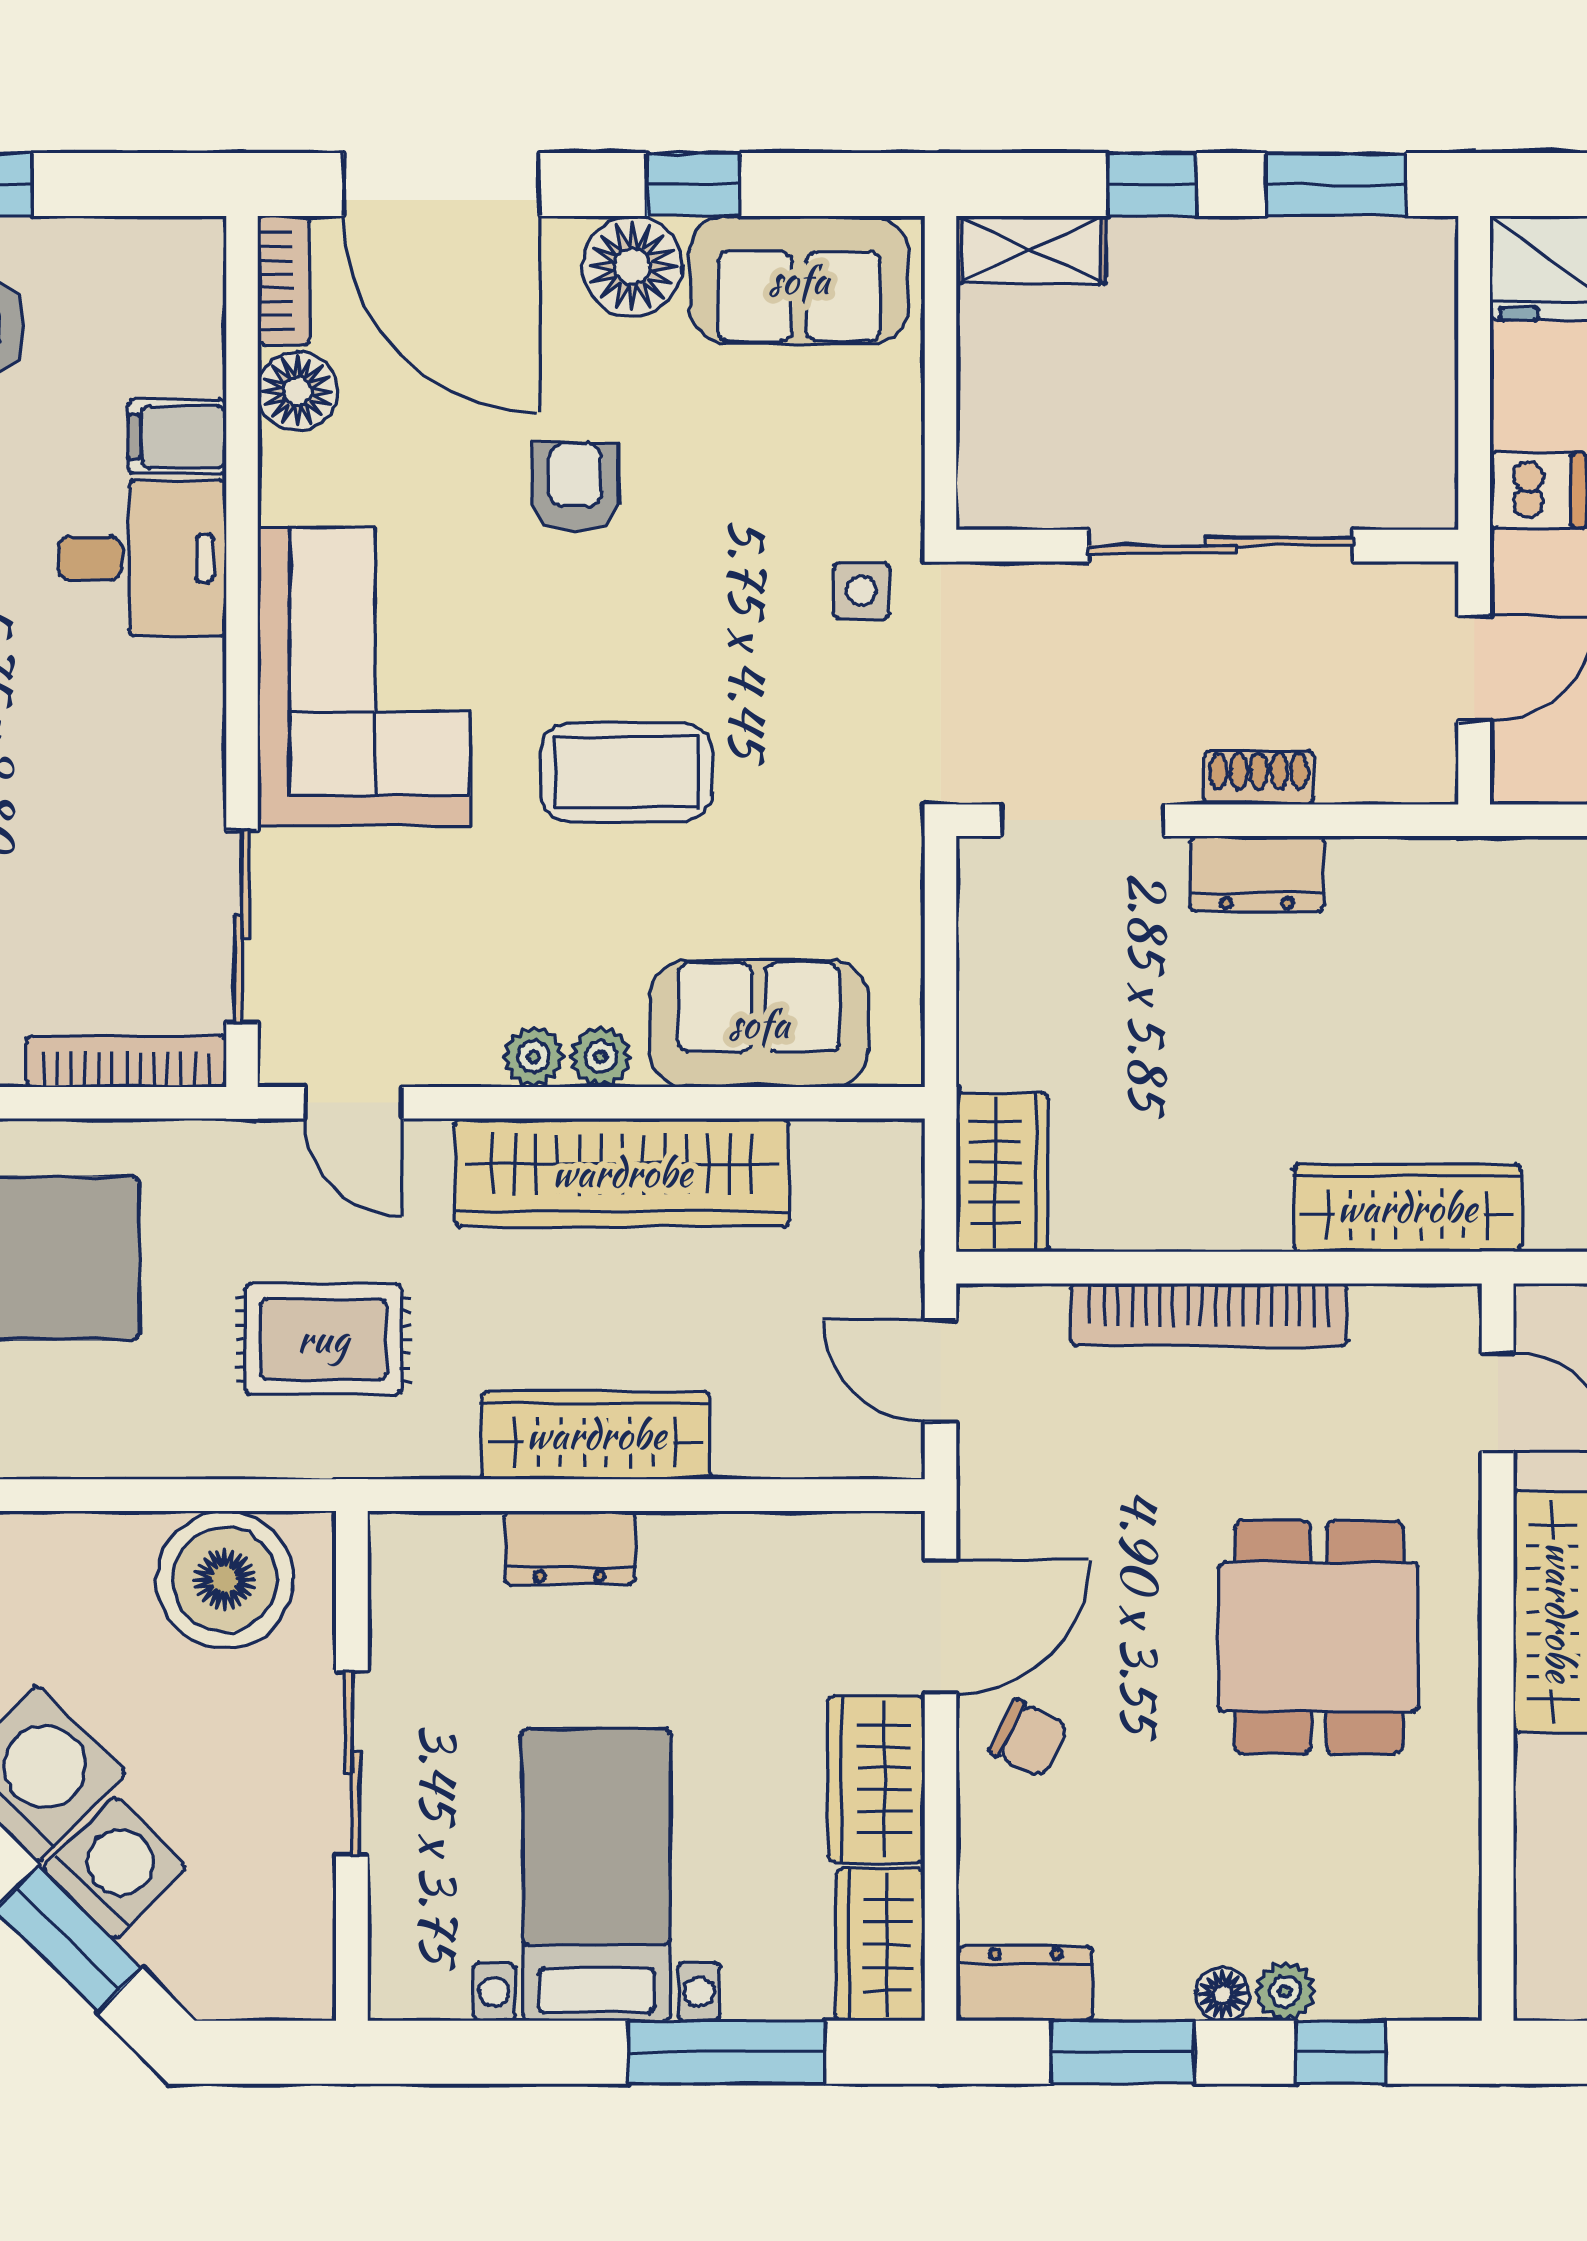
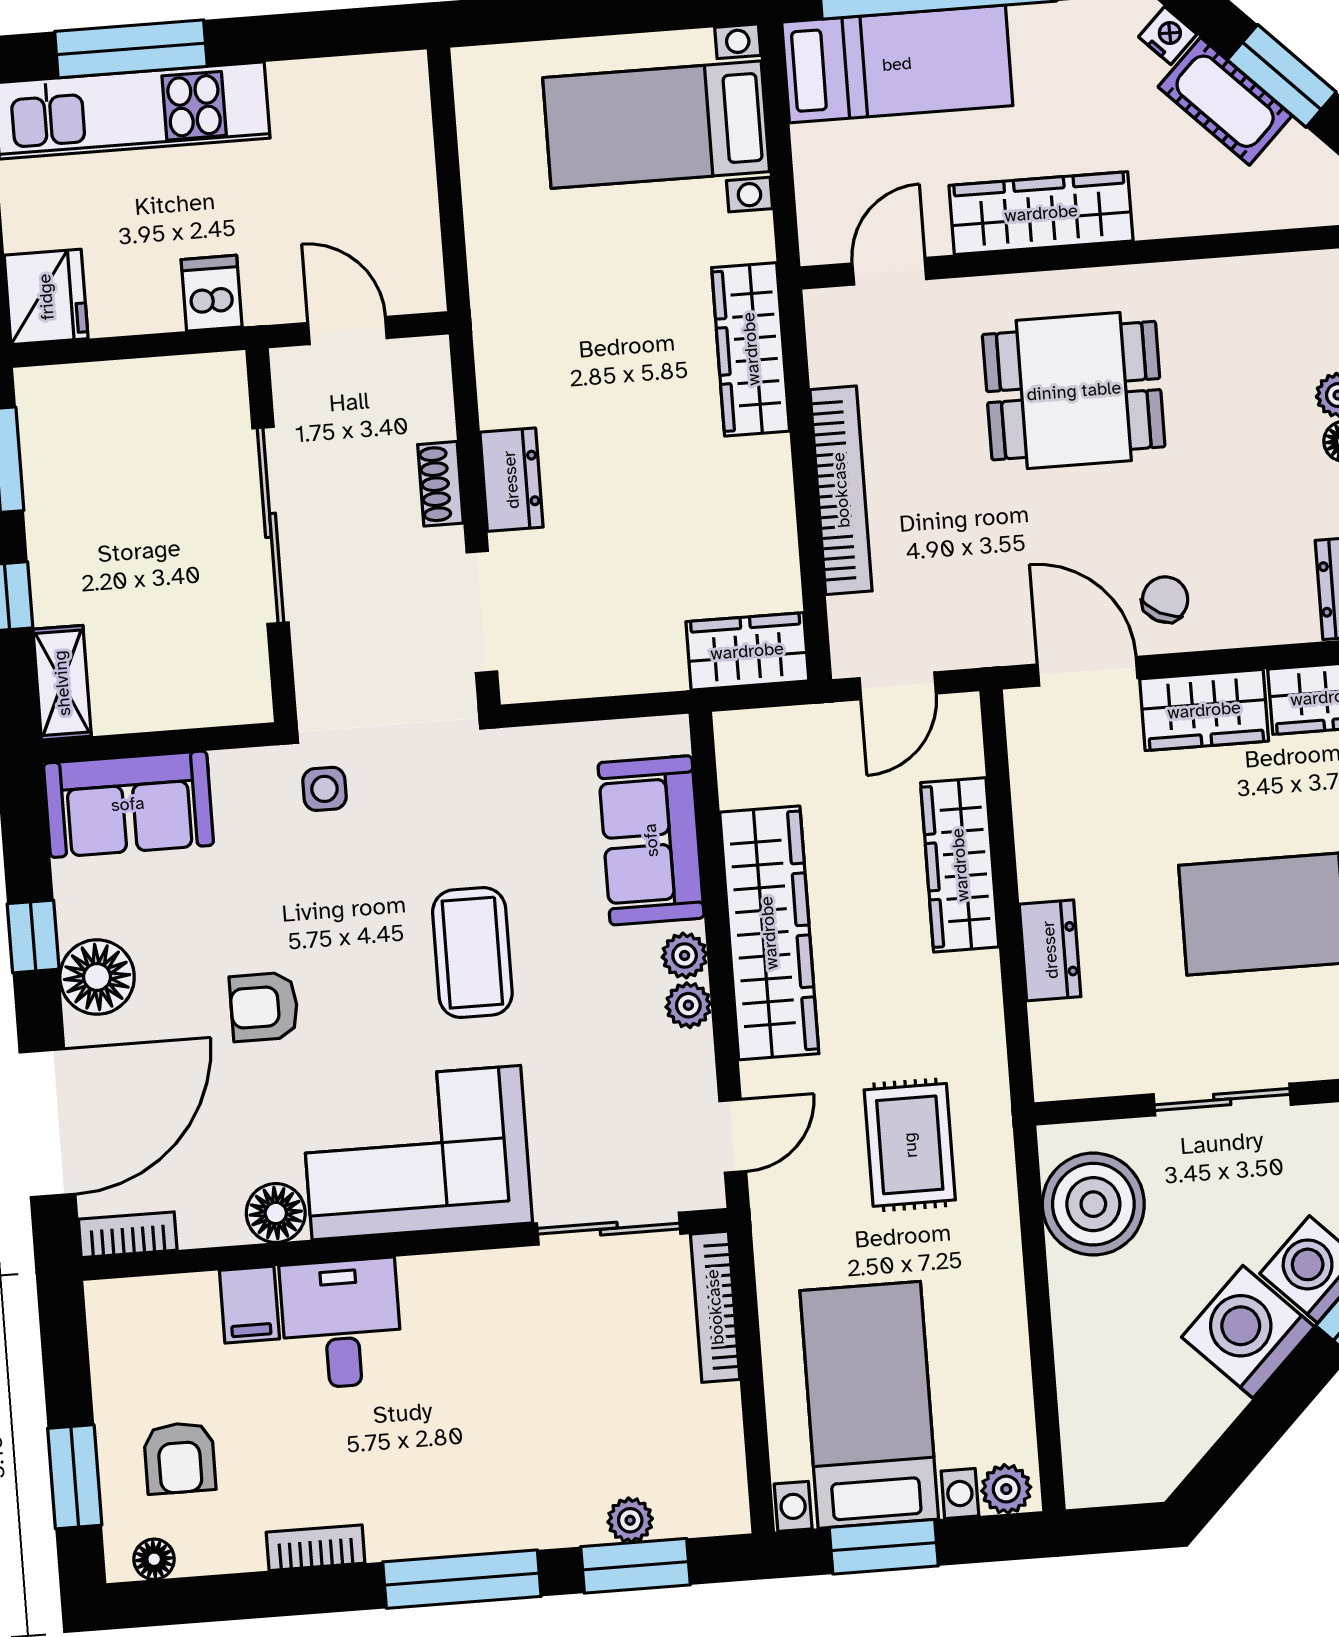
sofa: (799, 280) -> (128, 804), moved, turned 90
floor lamp: (297, 391) -> (276, 1213), moved
wardrobe: (596, 1435) -> (960, 865), moved

